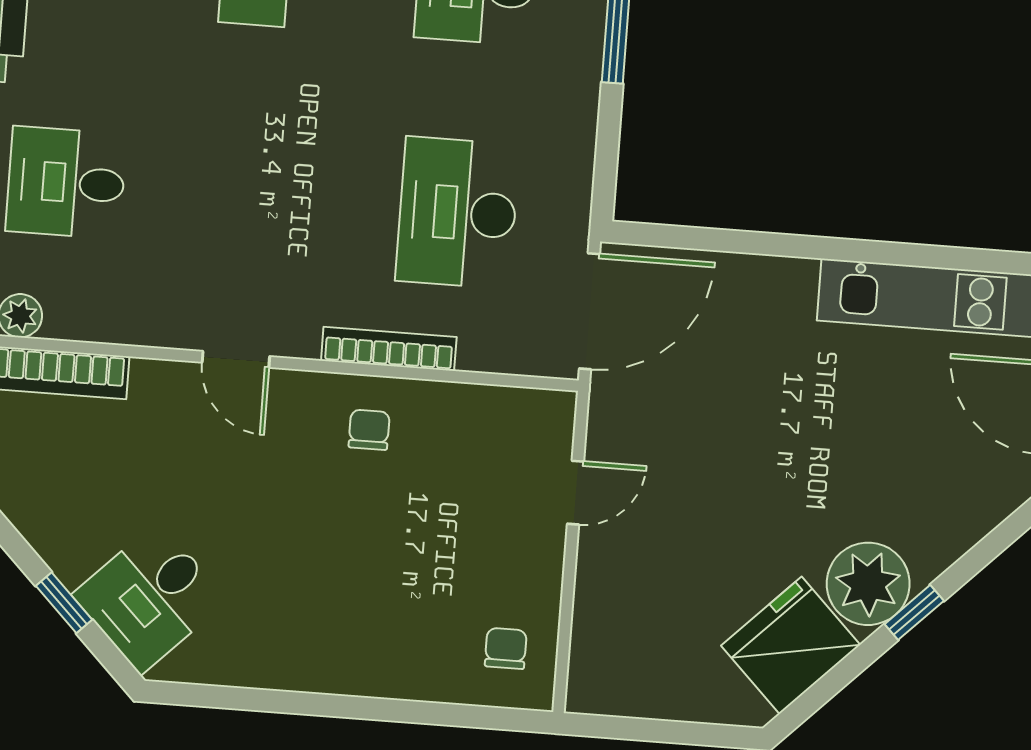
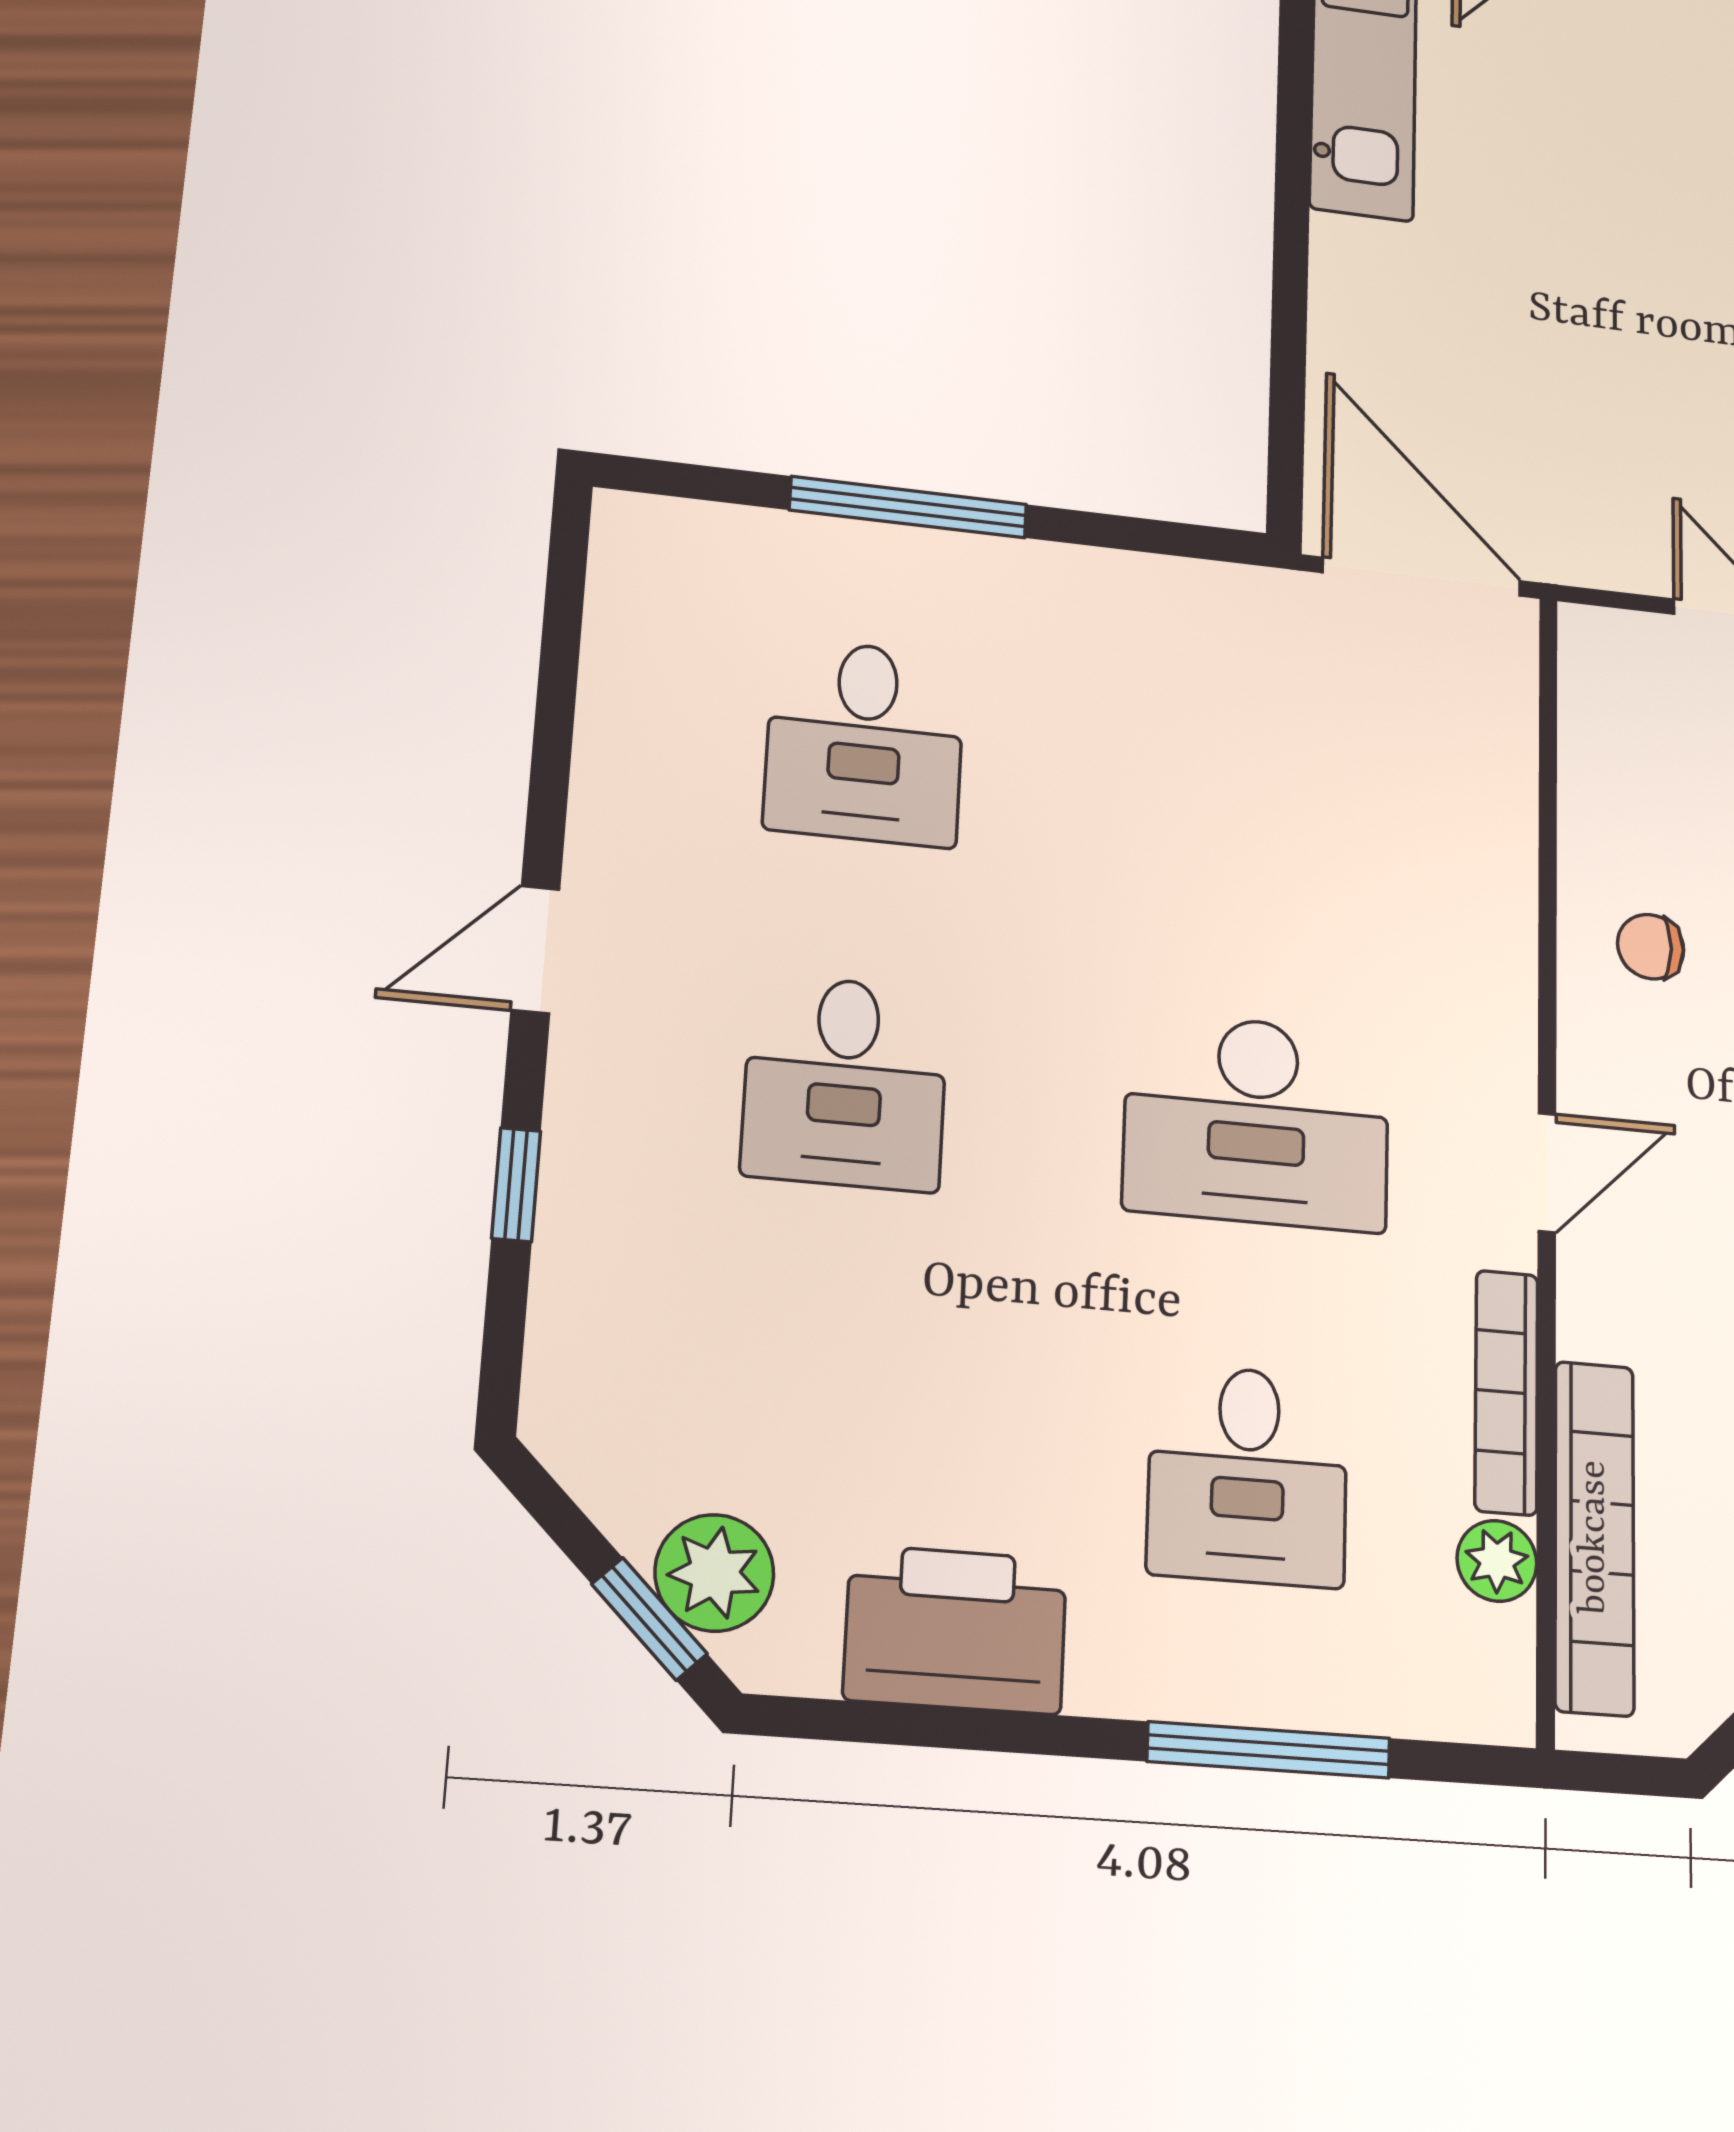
desk: (458, 213) -> (1257, 1121), moved
bookcase: (389, 349) -> (1506, 1392), moved

